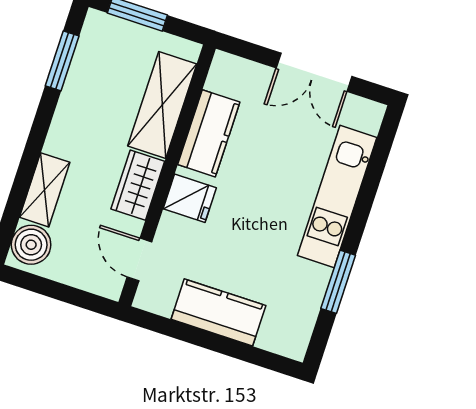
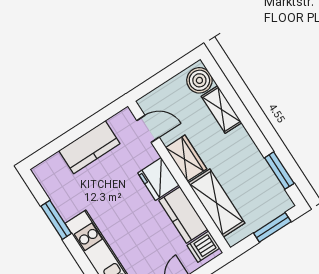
dishwasher: (228, 78) -> (203, 247), added
fridge: (190, 198) -> (158, 179), width x1.38

